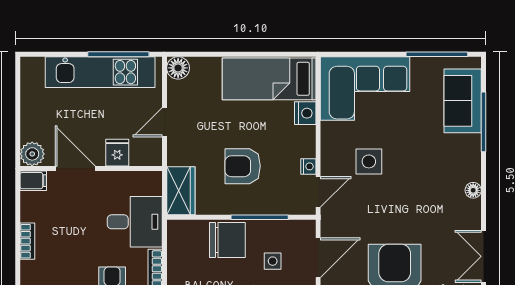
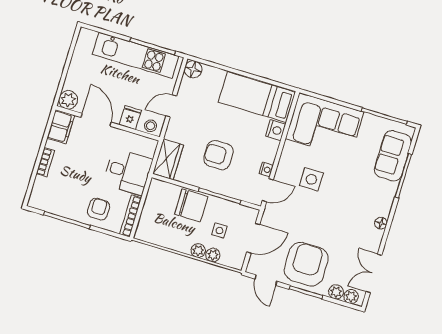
stool: (146, 155) -> (151, 126), added
filing cabinet: (33, 181) -> (61, 127), width x2.00

